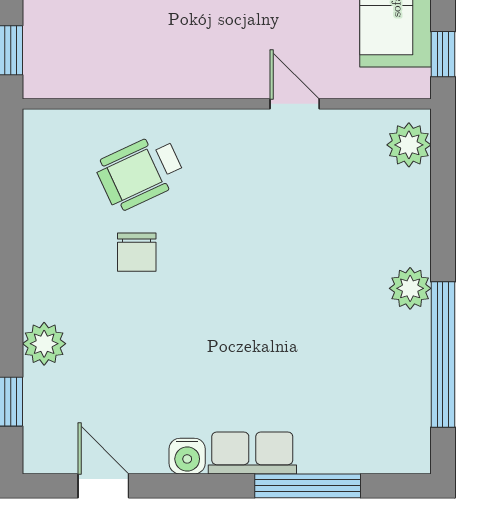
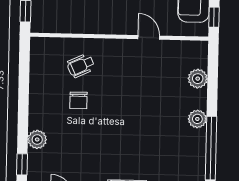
plant: (409, 145) -> (198, 79), moved
wheelchair: (140, 172) -> (81, 66), width x0.73, depth x0.73

